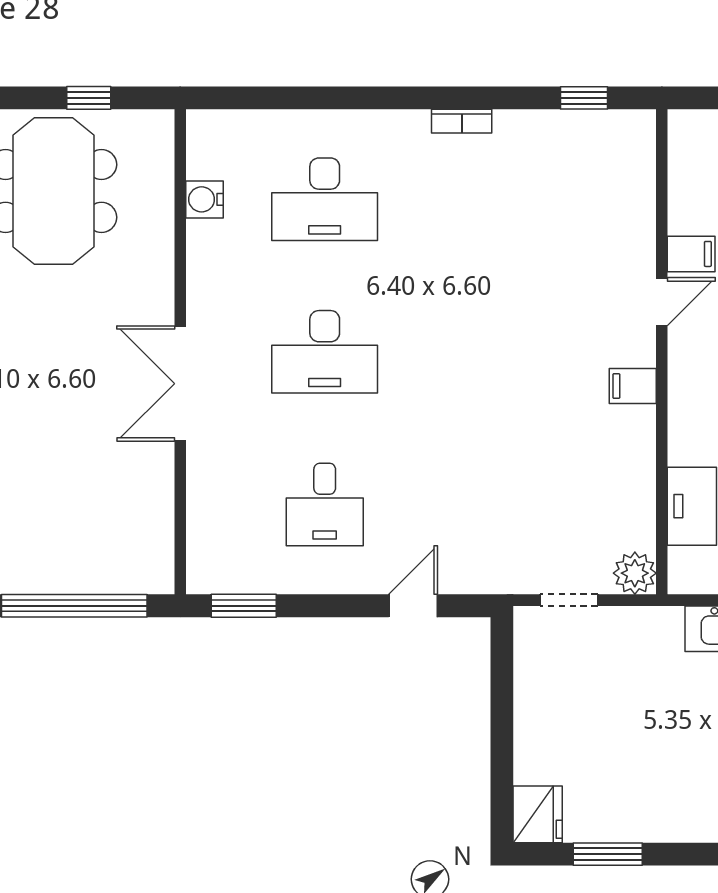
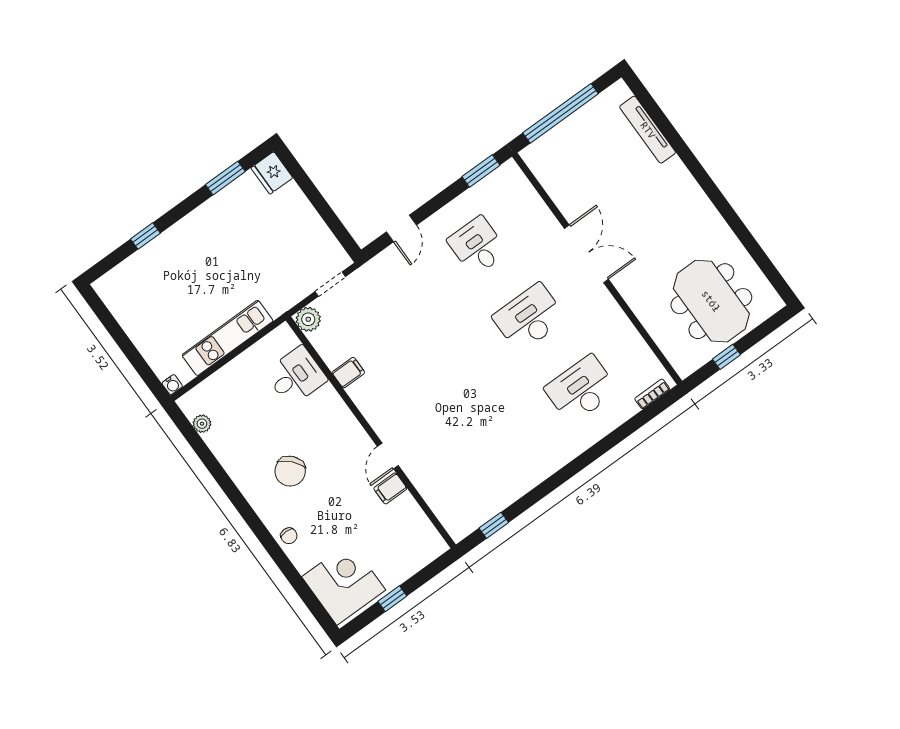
bookcase: (462, 121) -> (652, 394), moved
water cooler: (205, 199) -> (638, 349), removed
filing cabinet: (633, 386) -> (348, 373), moved

